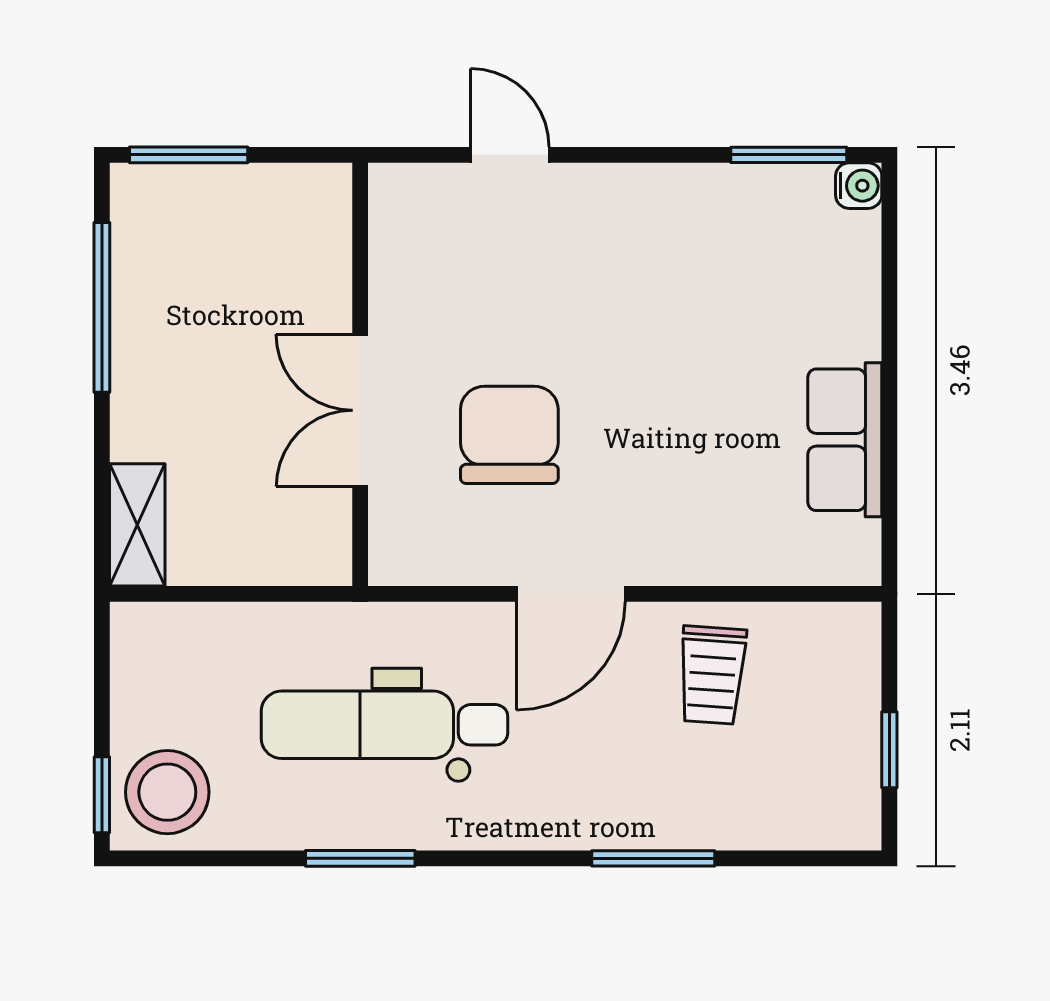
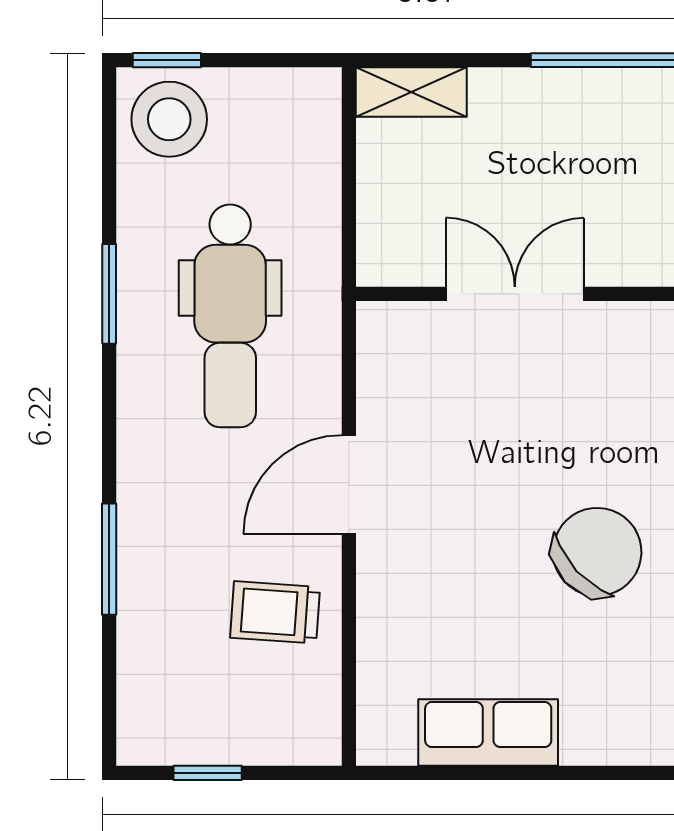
chair: (509, 435) -> (597, 552), moved, turned -43
door: (571, 594) -> (349, 484), hinge flipped
dental chair: (385, 725) -> (230, 316), turned 180

